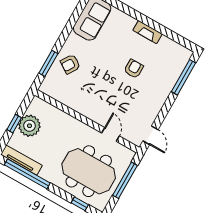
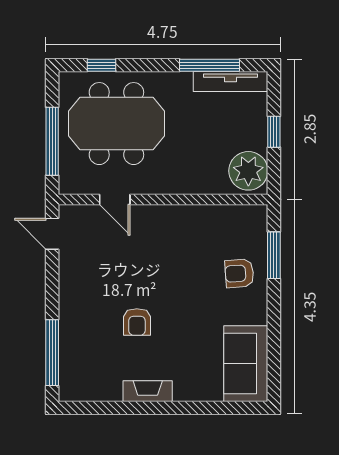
armchair: (70, 64) -> (239, 273), turned -127
plant: (29, 126) -> (248, 171), moved
window: (27, 174) -> (209, 65), width x0.68

